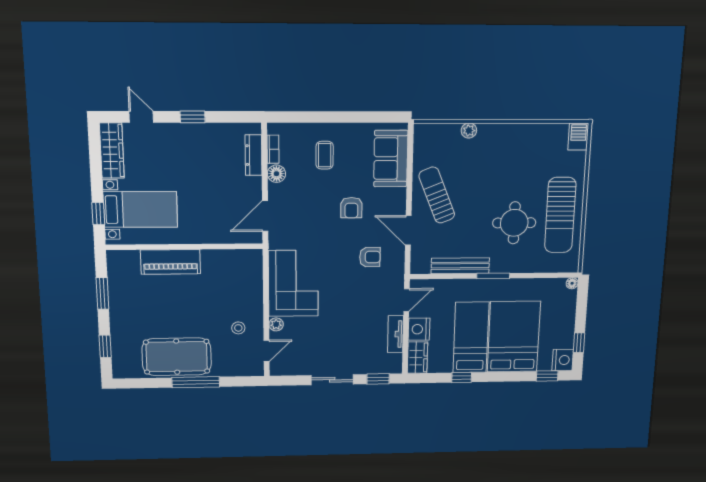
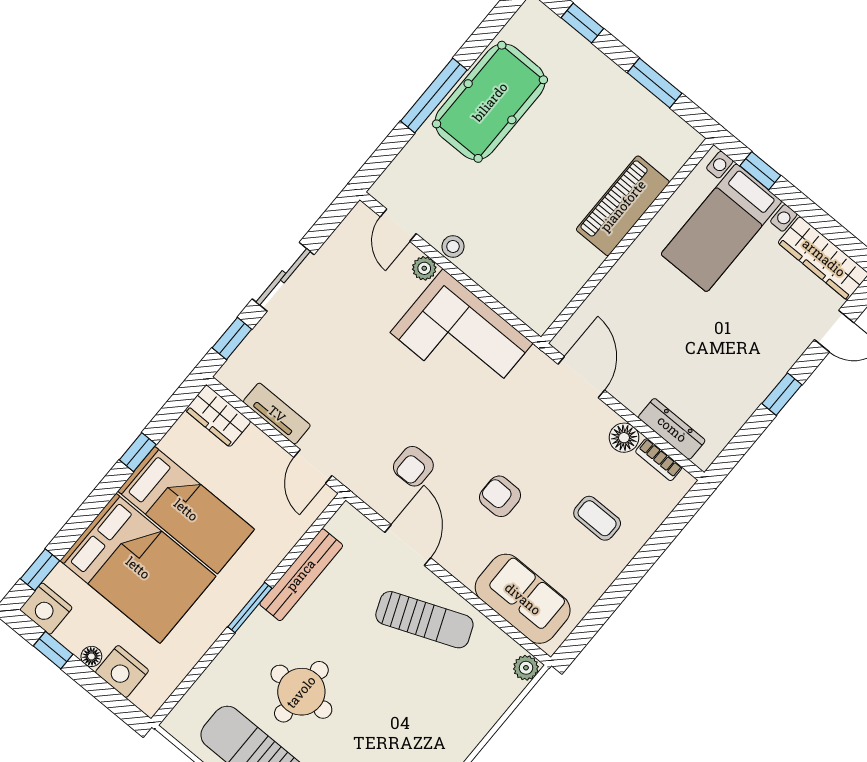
plant: (469, 131) -> (526, 668), moved
door: (408, 230) -> (408, 545), hinge flipped
floor lamp: (572, 283) -> (91, 656), moved
stool: (238, 328) -> (453, 246), moved
nightstand: (419, 329) -> (122, 671), moved, turned 180

